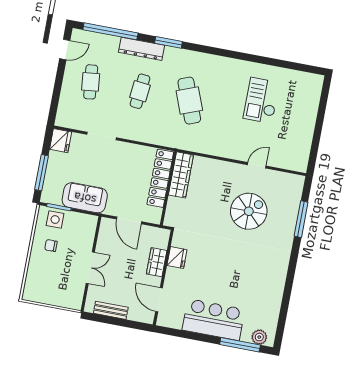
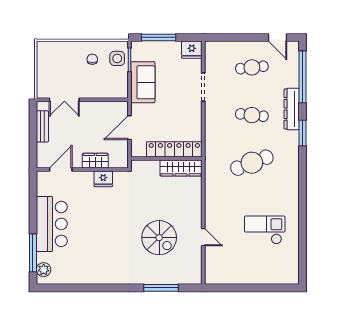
double door: (90, 268) -> (64, 100), moved

